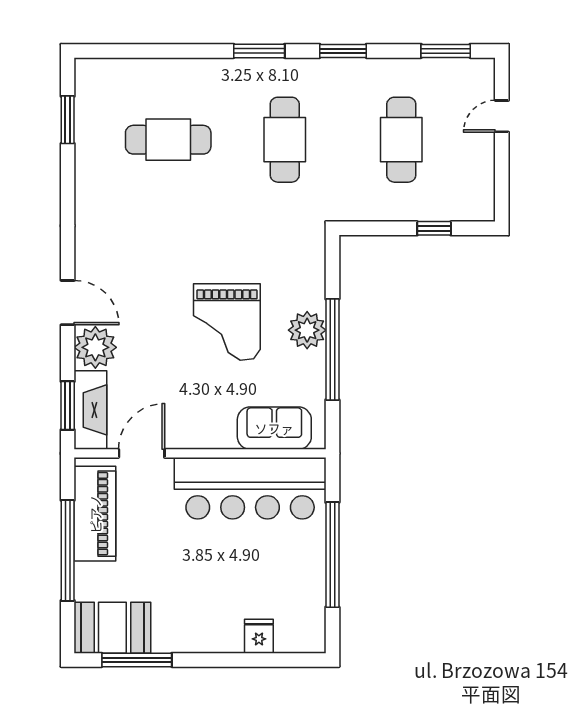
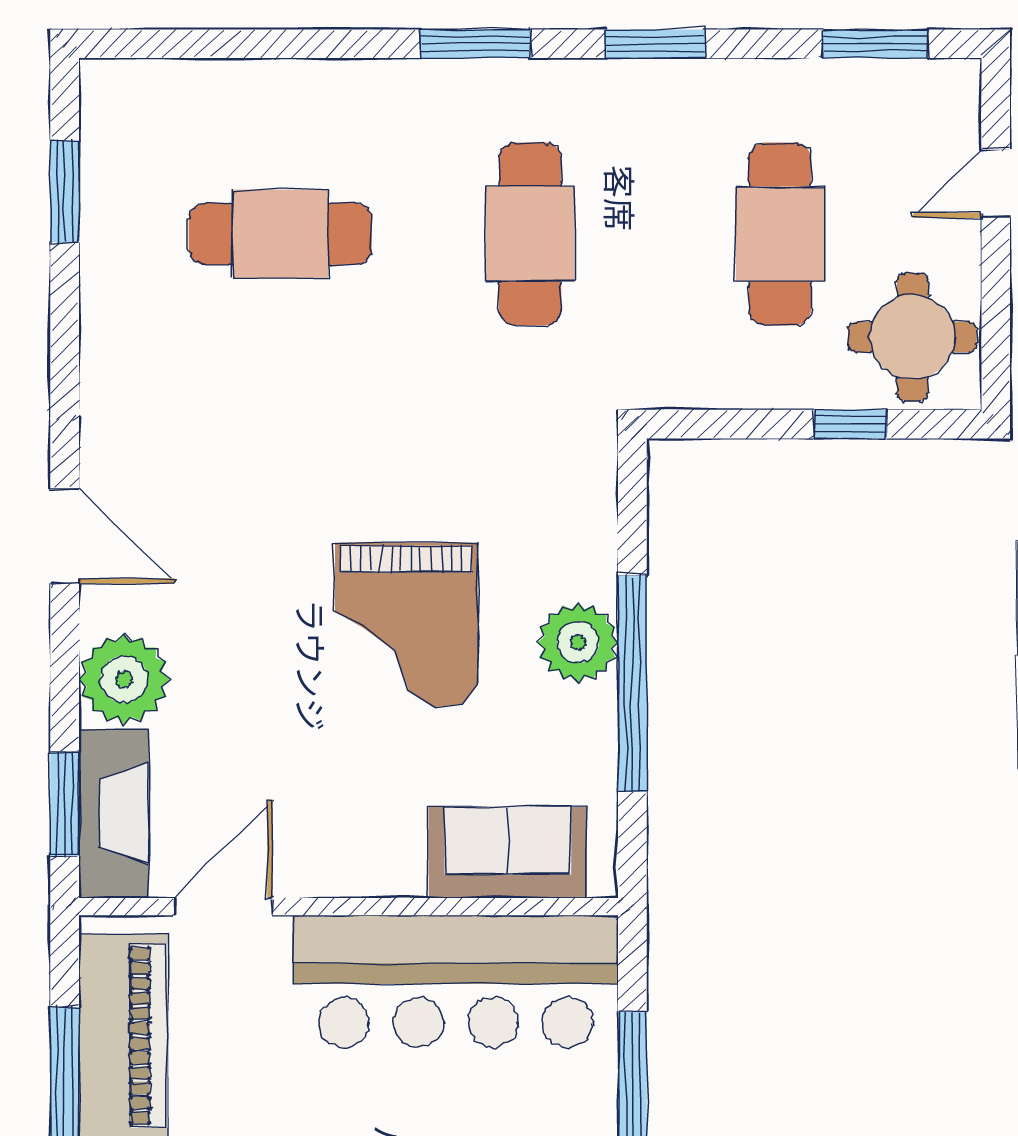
round table: (463, 188) -> (912, 337), added
door: (68, 303) -> (65, 536), moved

